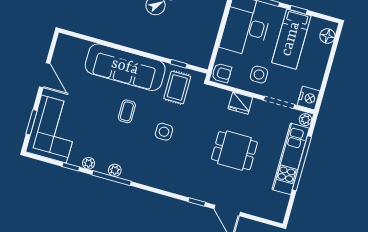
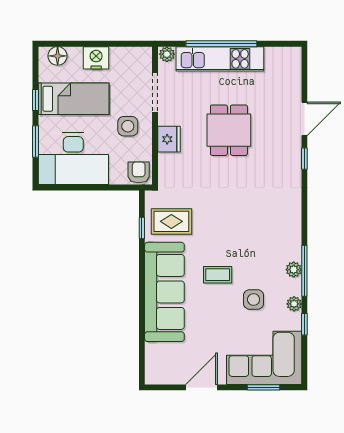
nightstand: (309, 98) -> (96, 58), moved
side table: (164, 132) -> (254, 299), moved

